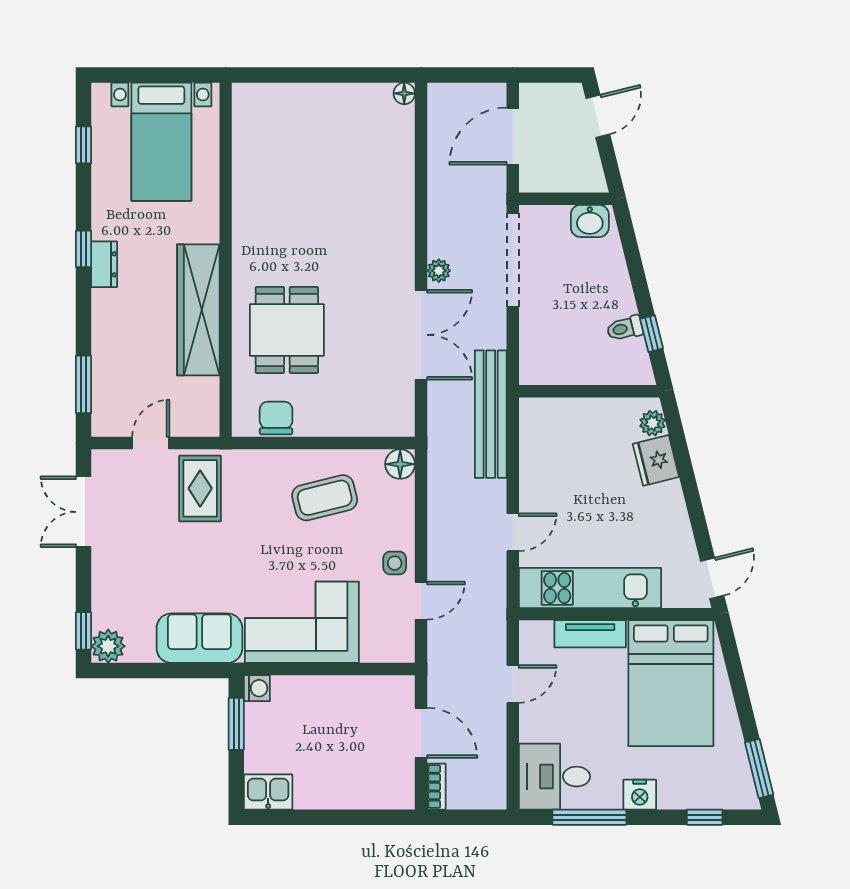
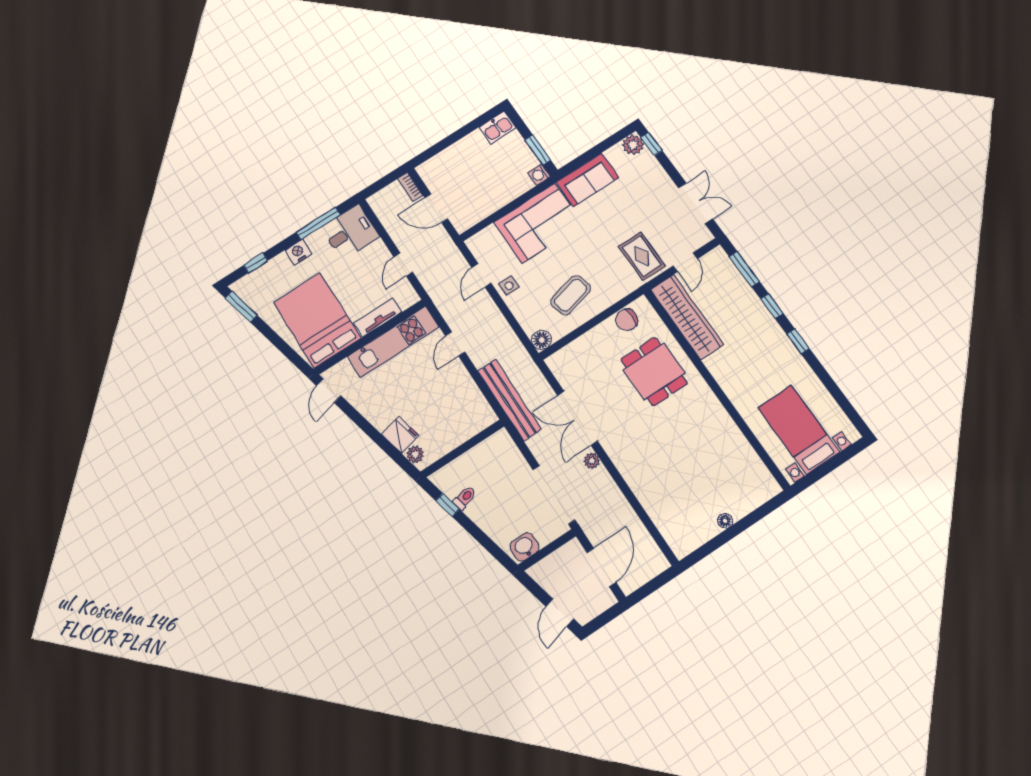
floor lamp: (404, 93) -> (725, 521), moved
window: (84, 145) -> (772, 306), moved
dresser: (104, 264) -> (781, 341), removed
wardrobe: (198, 310) -> (687, 317), moved
chair: (276, 418) -> (627, 320), turned 90

